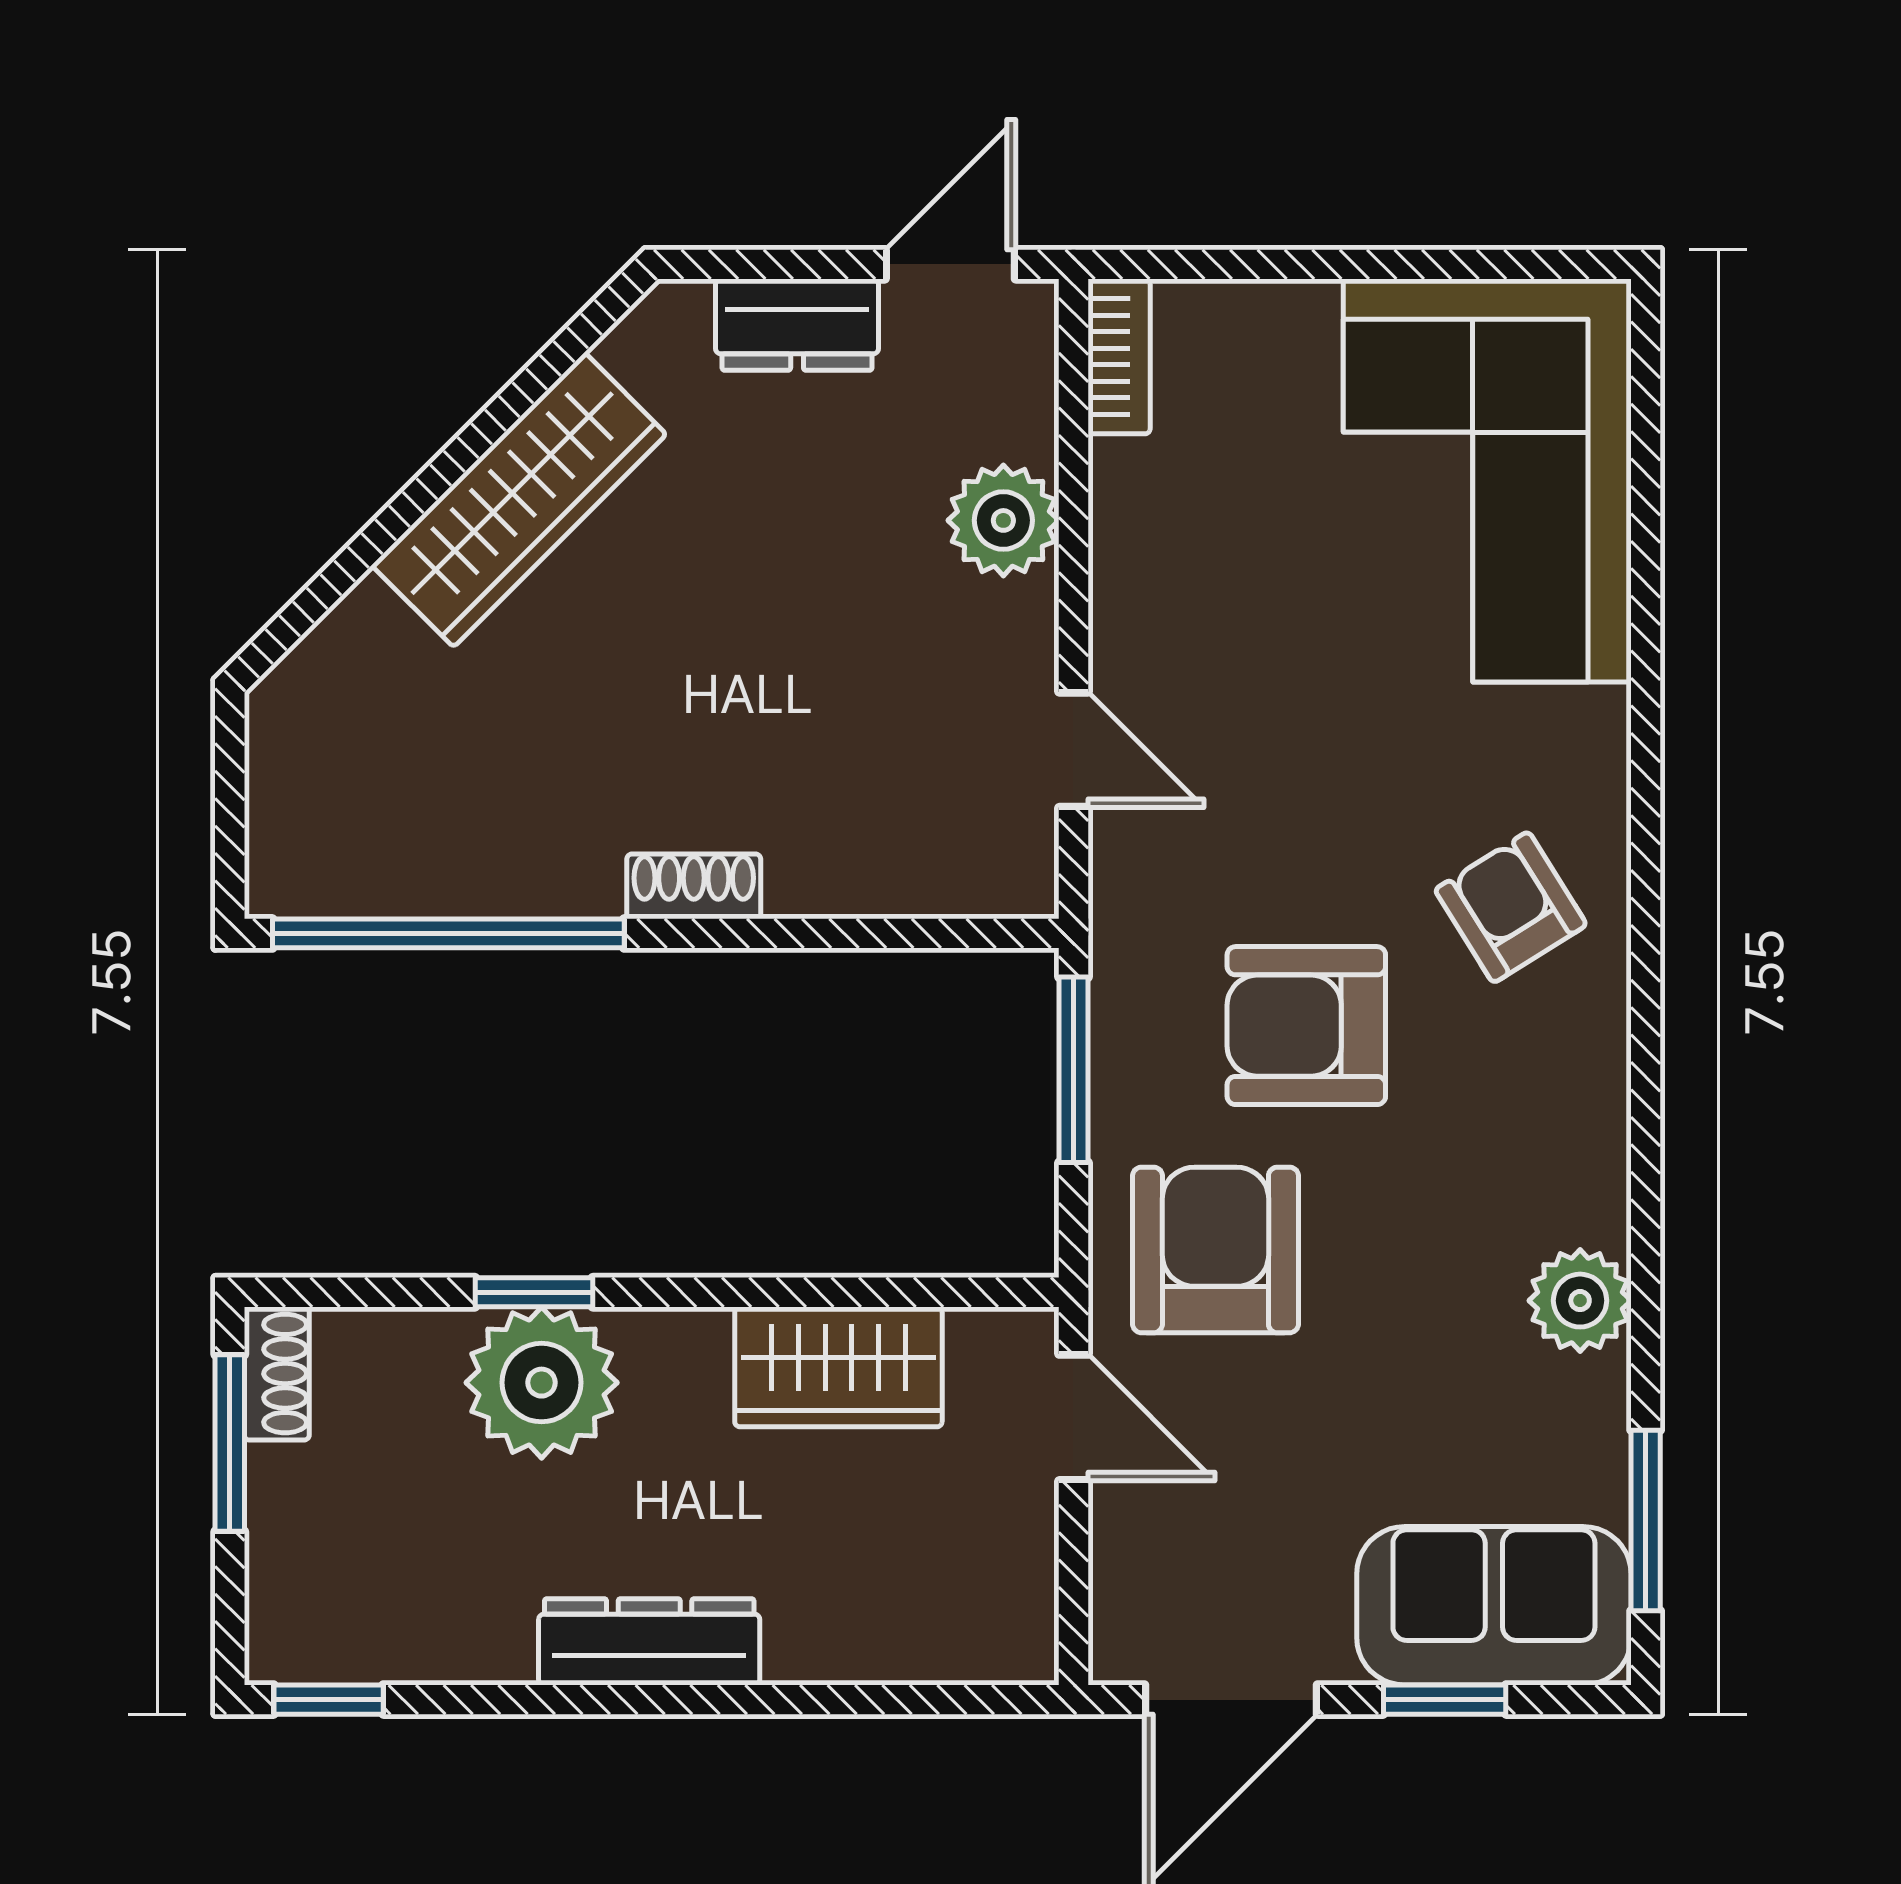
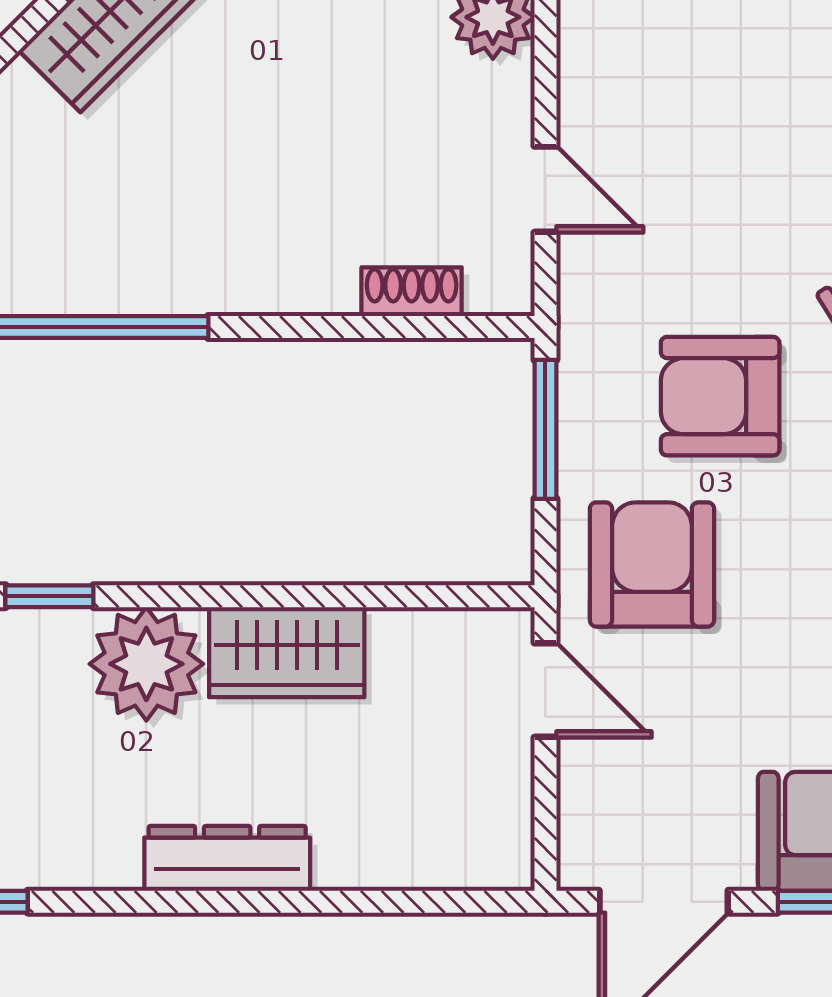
shoe rack: (694, 886) -> (412, 292), moved
window: (534, 1292) -> (49, 596), moved
wardrobe: (838, 1367) -> (287, 652), moved

